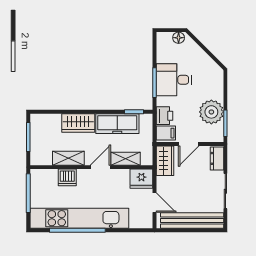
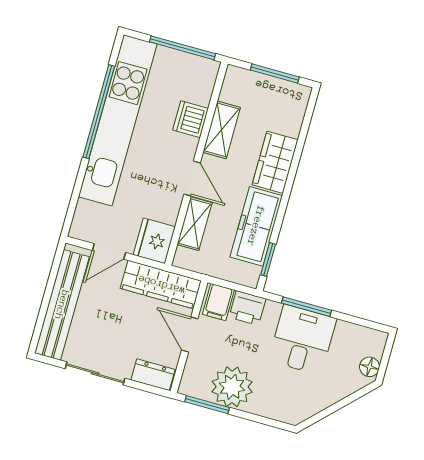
wardrobe: (165, 161) -> (161, 285), width x1.50

